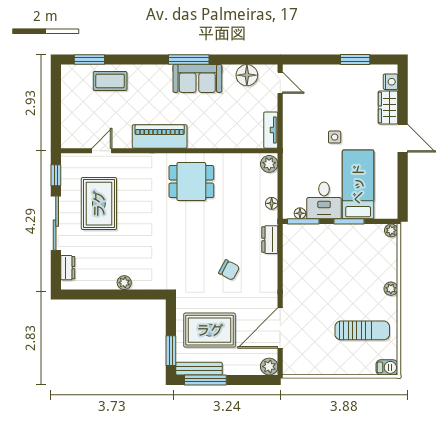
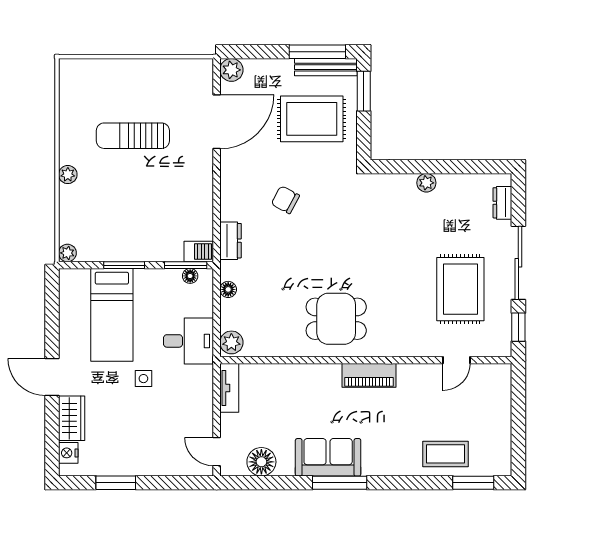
piano: (160, 136) -> (369, 375), width x0.73, depth x0.75
desk: (324, 200) -> (188, 341), moved, turned 90
sun lounger: (362, 330) -> (133, 136), moved
barbecue: (387, 367) -> (199, 251), moved, turned 180

